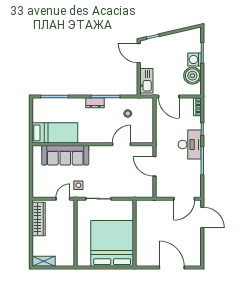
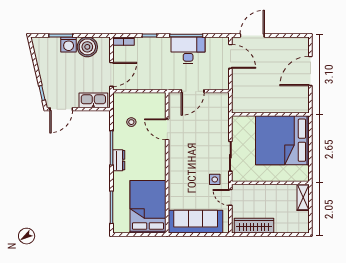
bed: (55, 133) -> (148, 207), width x1.50
desk: (190, 144) -> (188, 50), moved
sofa: (65, 155) -> (196, 222), moved, turned -90
shelving: (44, 261) -> (303, 197), moved

